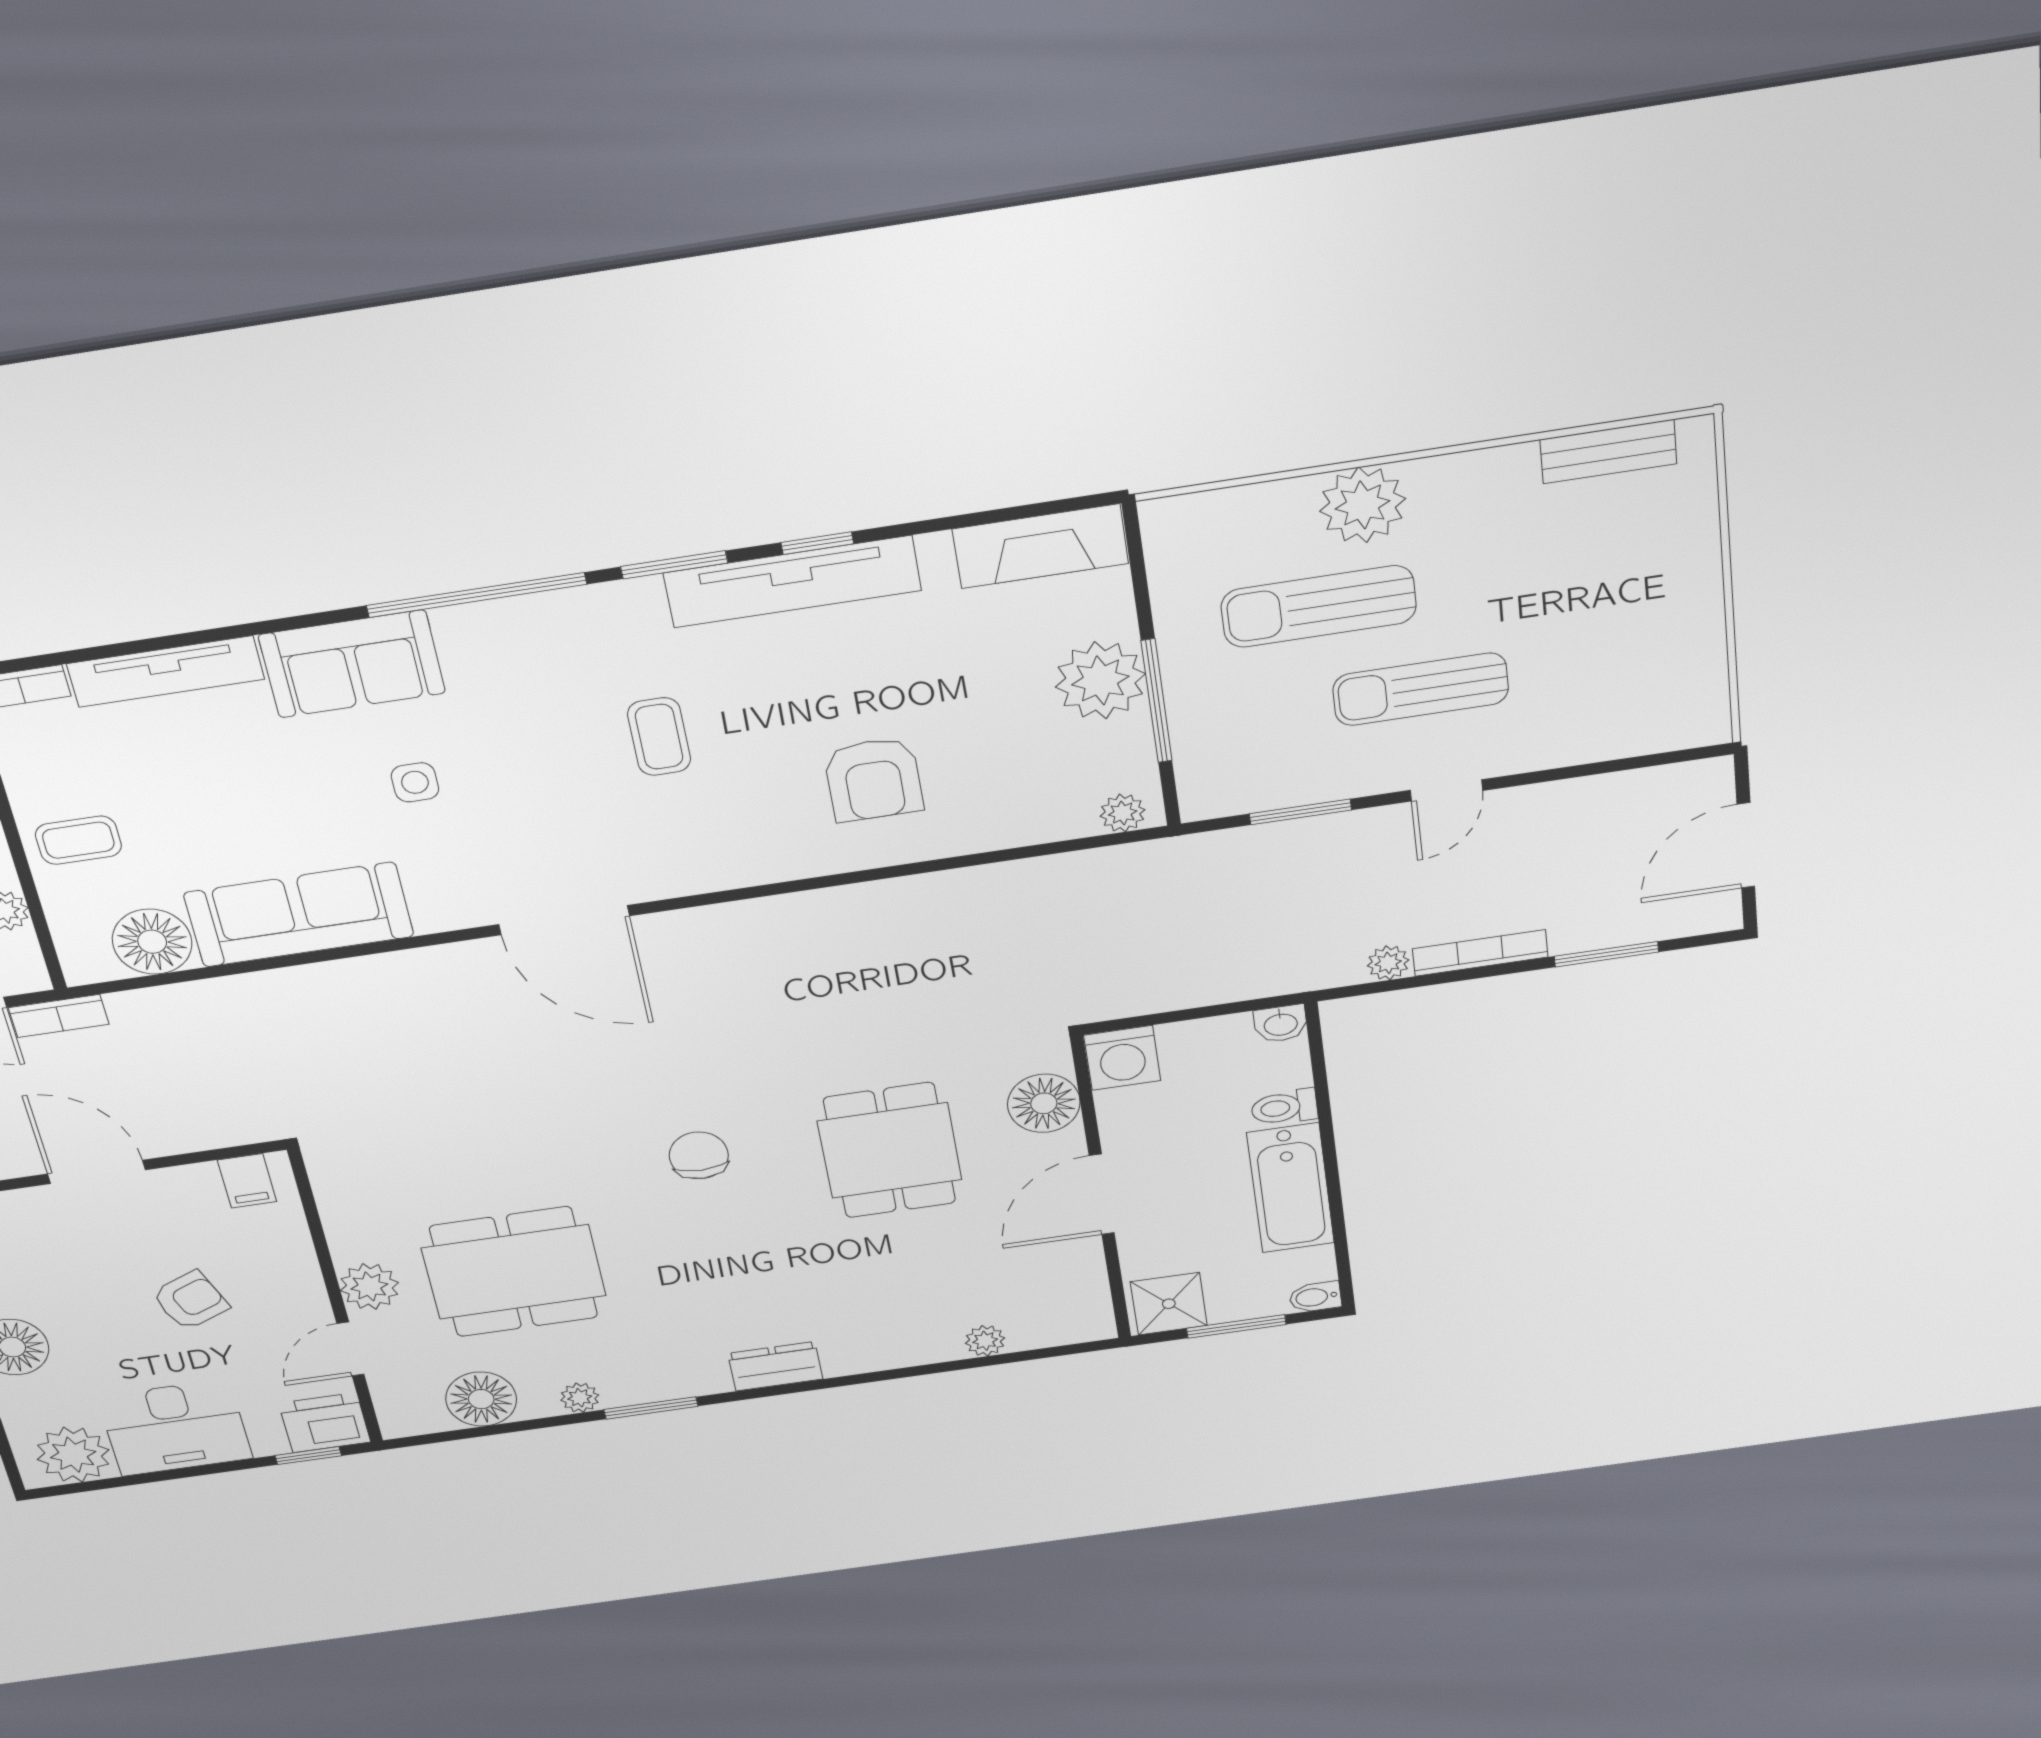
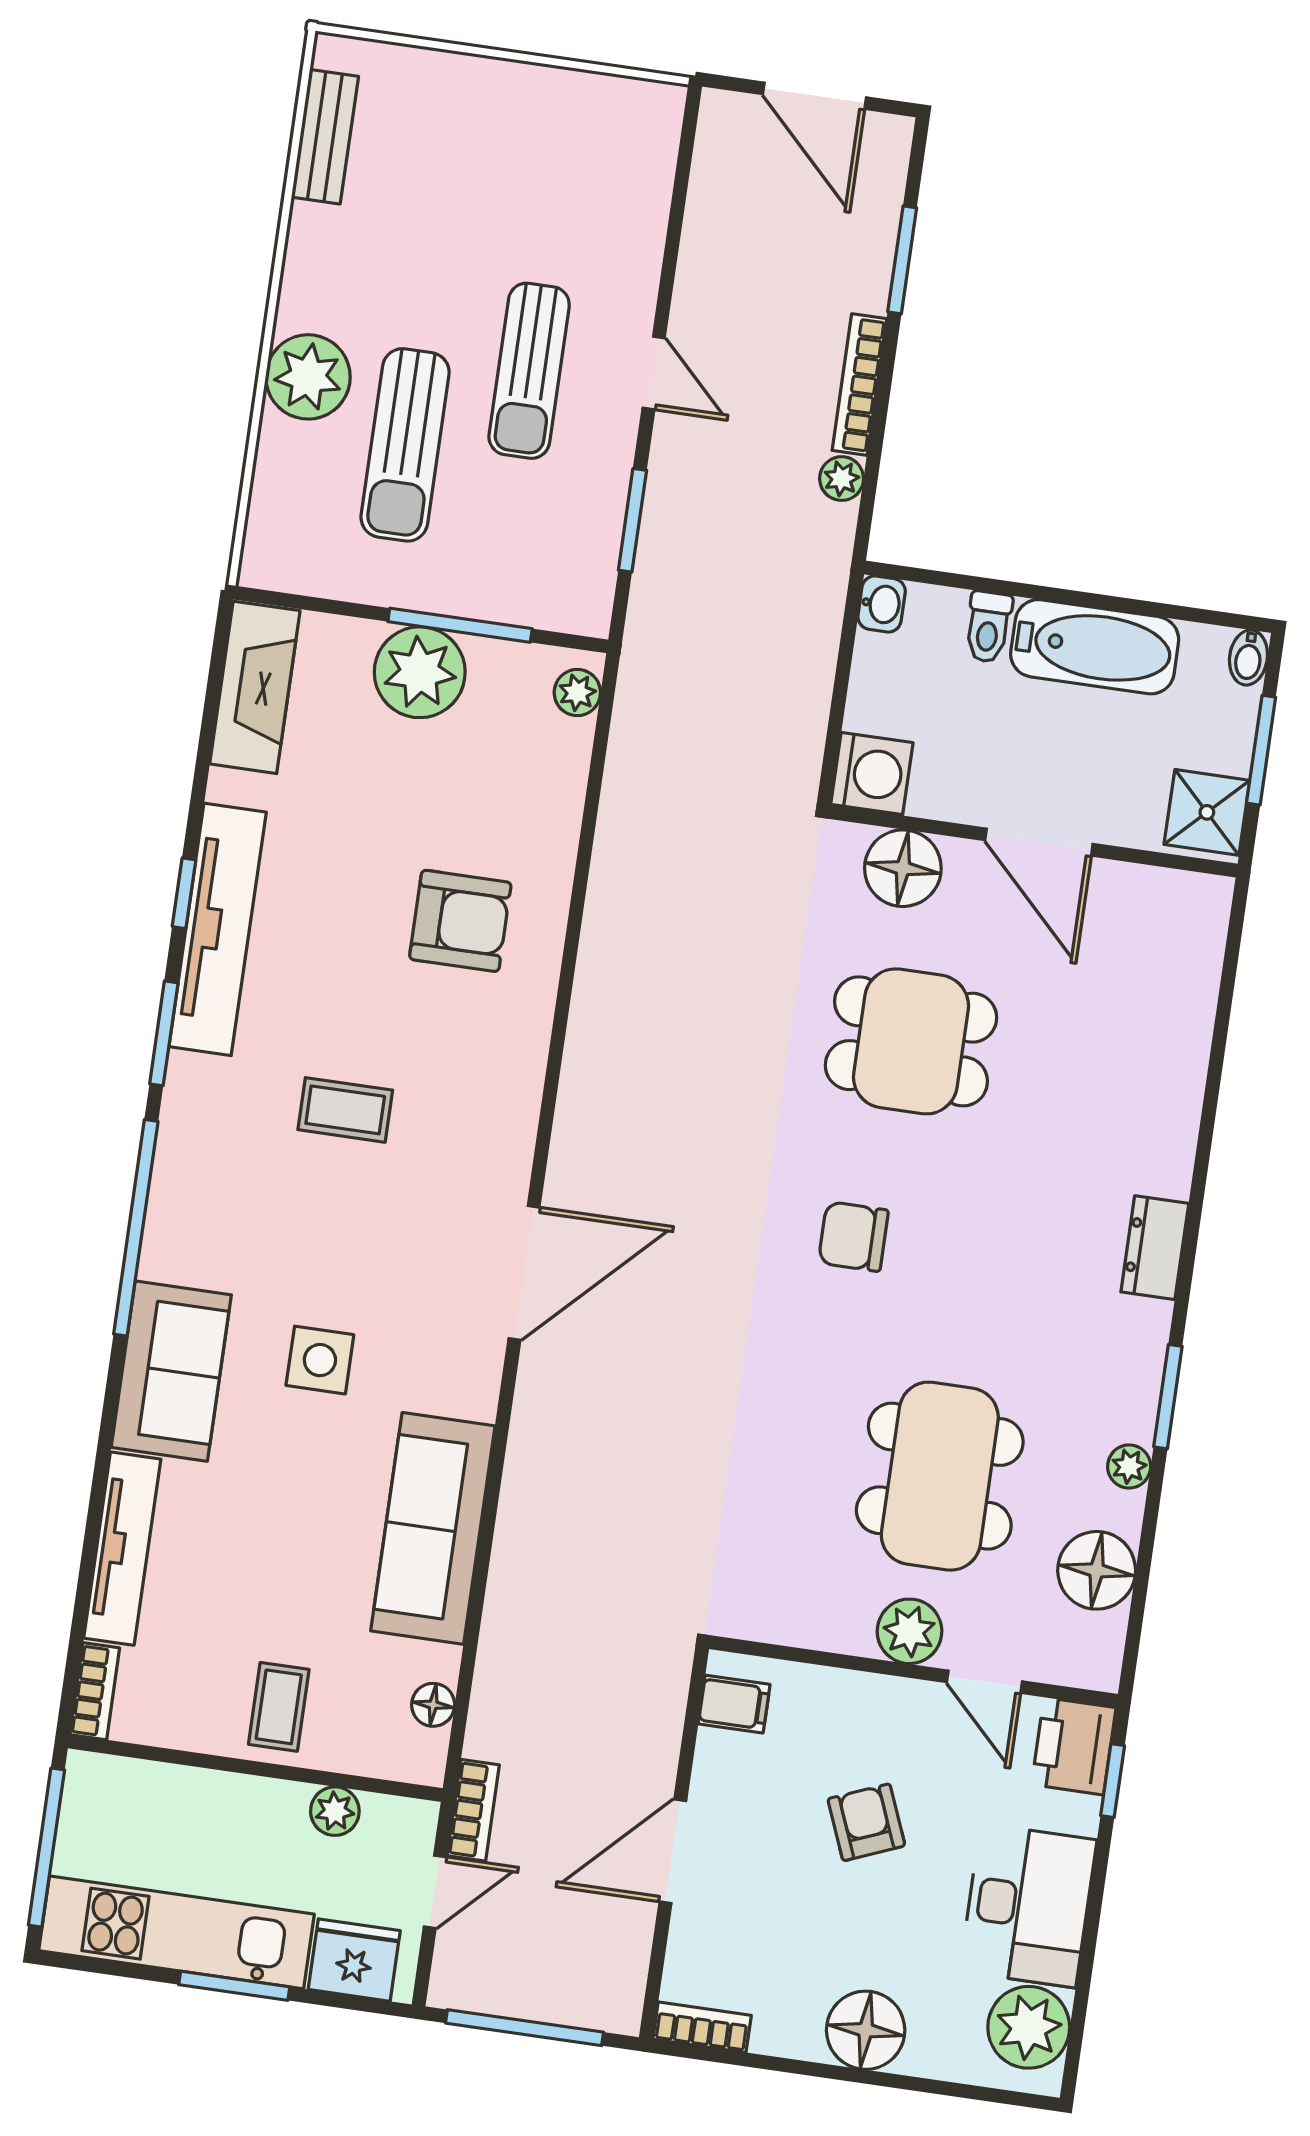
side table: (415, 782) -> (320, 1360), width x1.37, depth x1.37
floor lamp: (152, 942) -> (433, 1705), width x0.53, depth x0.53
plant: (985, 1341) -> (1193, 1018), removed

